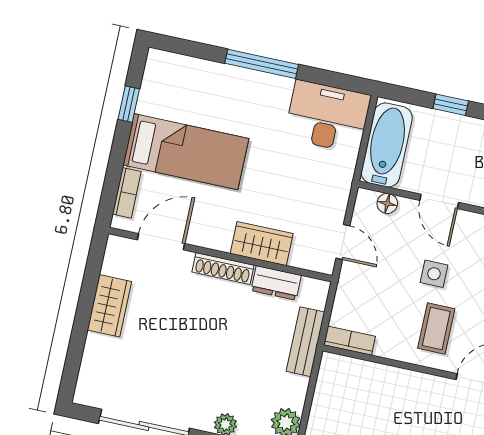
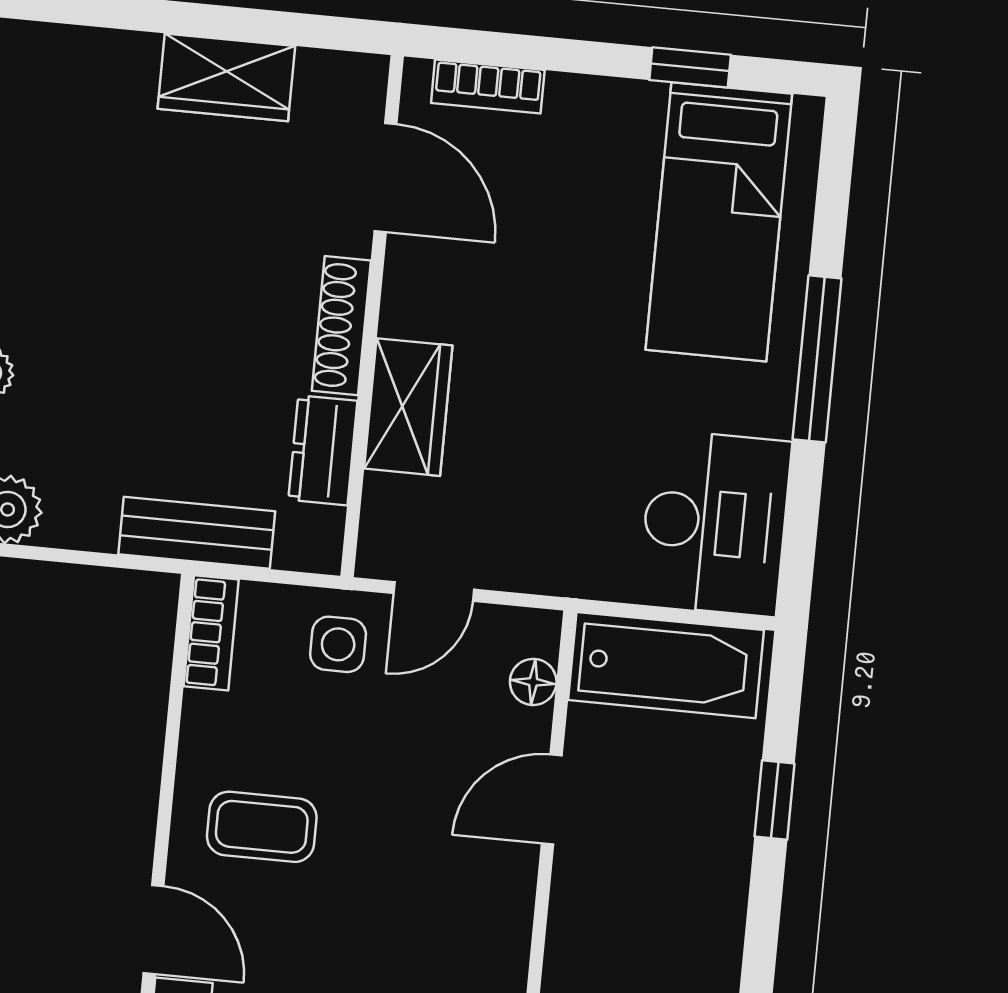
bed: (186, 152) -> (719, 222), moved
side table: (434, 274) -> (338, 644), moved

